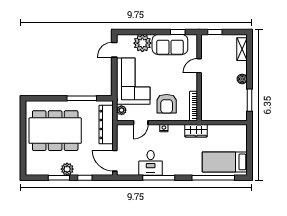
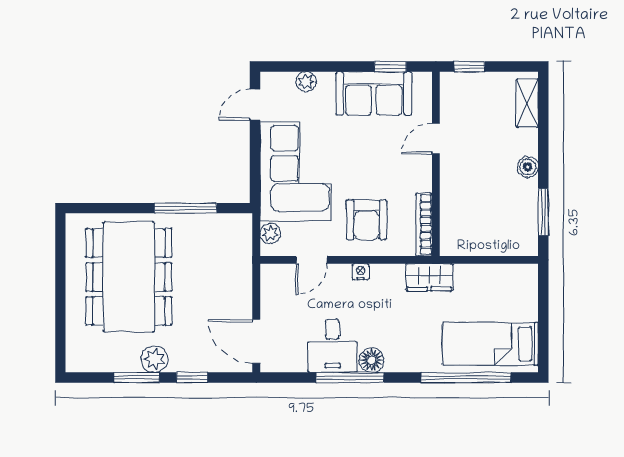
plant: (142, 43) -> (306, 82), width x0.53, depth x0.53
dresser: (106, 125) -> (238, 264), removed
dining table: (55, 131) -> (129, 277), turned 90
floor lamp: (169, 170) -> (372, 360), added

